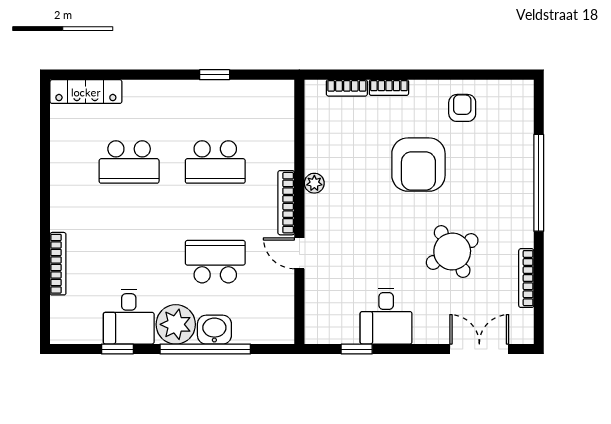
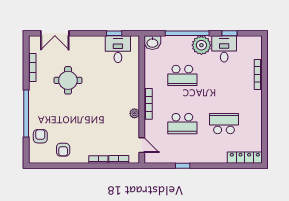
school desk: (215, 162) -> (182, 124), turned 180
armchair: (418, 165) -> (40, 136), moved, width x0.53, depth x0.53
round table: (452, 252) -> (68, 80), turned 30
door: (299, 253) -> (142, 145), moved
desk: (386, 316) -> (118, 49), moved
washbasin: (214, 330) -> (152, 43), moved

